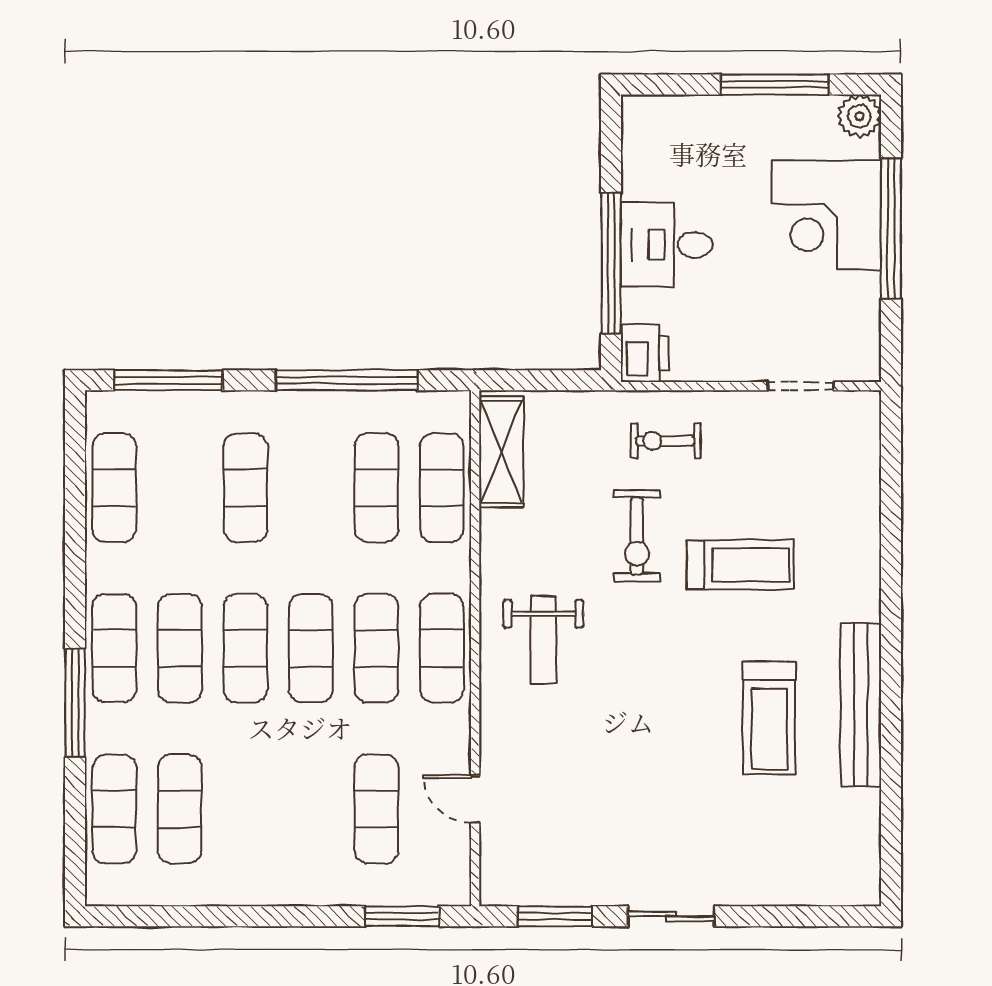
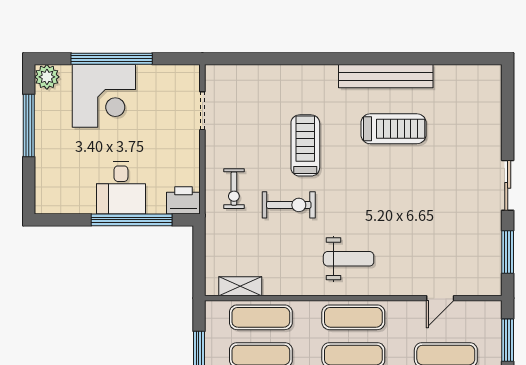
shelving: (501, 452) -> (240, 286), width x0.67, depth x0.75

